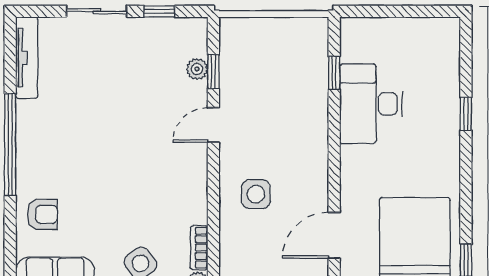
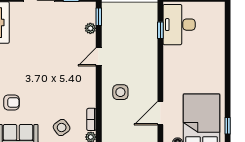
window: (213, 72) -> (99, 17), moved
desk: (371, 104) -> (179, 25), moved
window: (466, 114) -> (228, 51), removed

